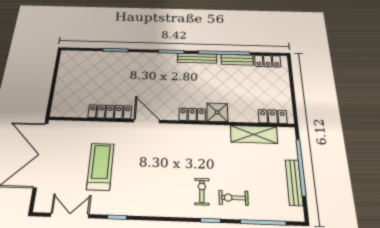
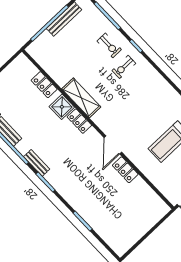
bench: (197, 58) -> (37, 163), width x0.73
locker: (110, 112) -> (125, 170), width x0.66
locker: (273, 117) -> (44, 85), moved
shelving: (254, 134) -> (81, 98), moved

